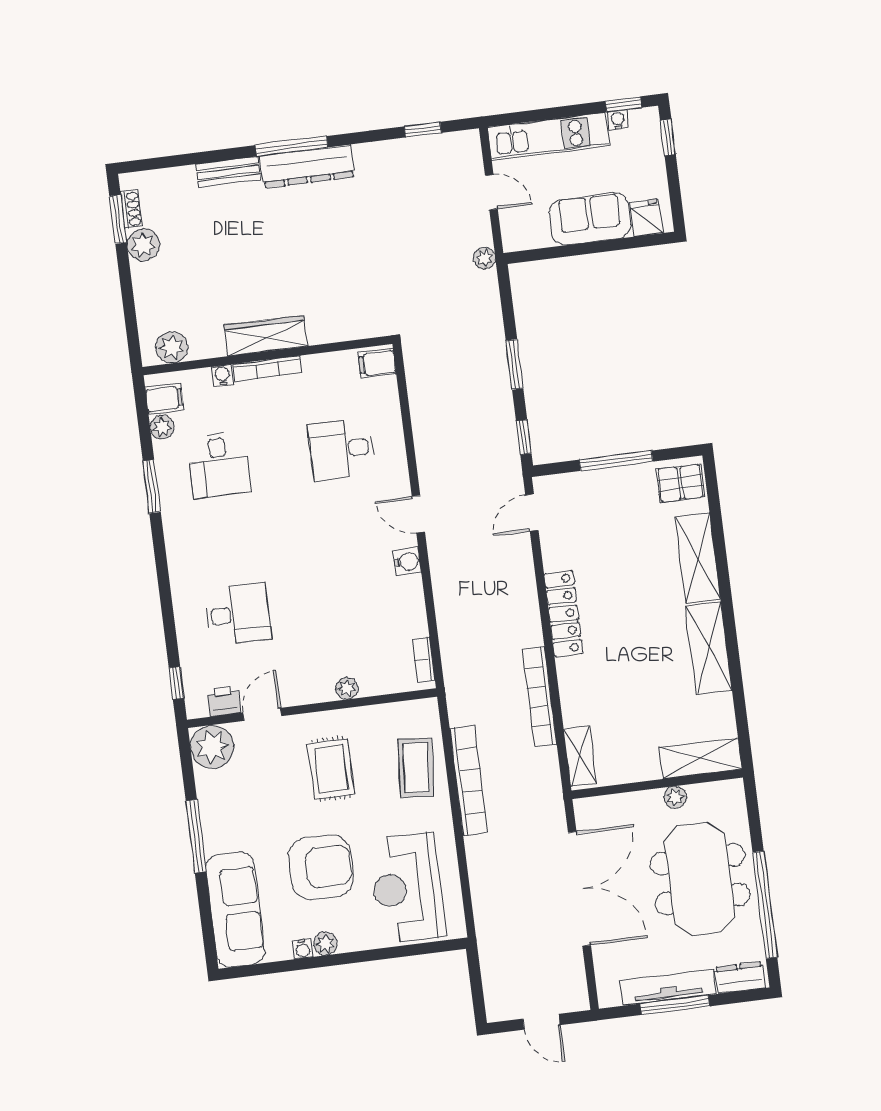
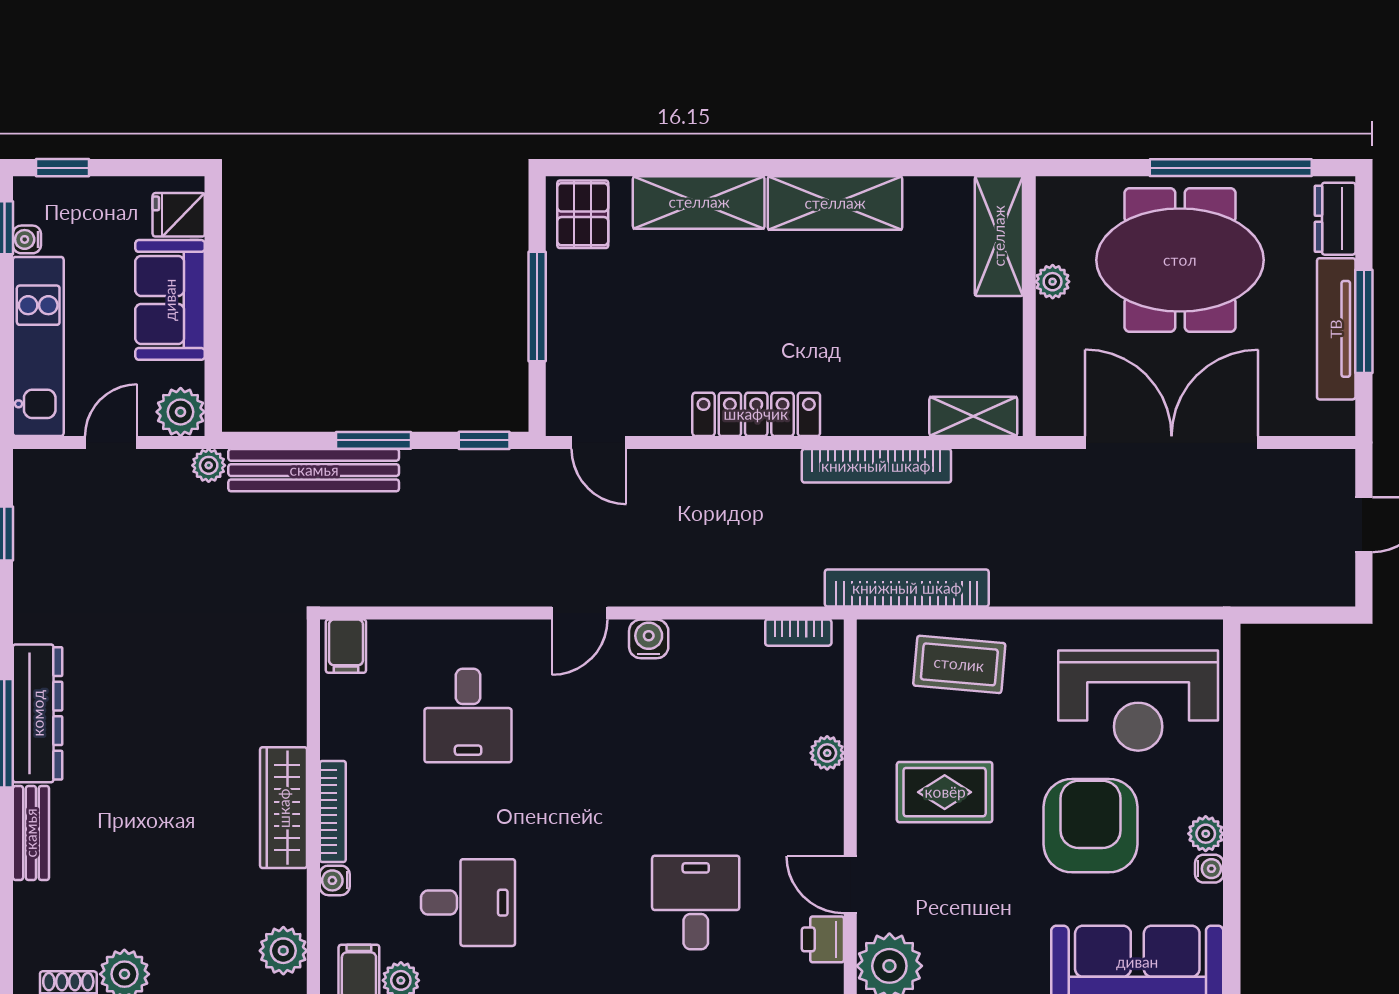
plant: (517, 235) -> (181, 412), added
bench: (490, 327) -> (314, 470), added
bookcase: (469, 781) -> (907, 588), moved

